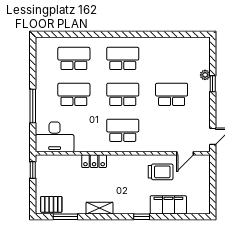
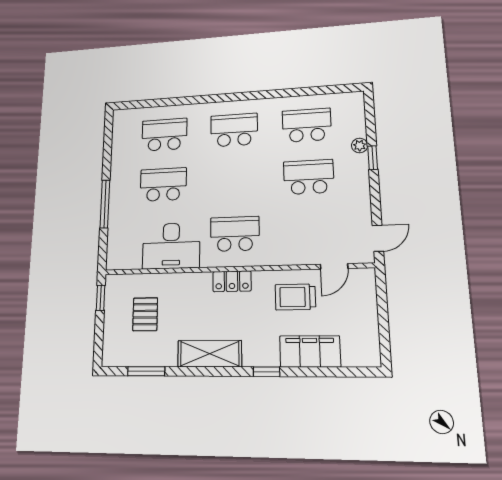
school desk: (123, 94) -> (307, 125), moved
desk: (55, 137) -> (171, 246), moved
locker: (94, 161) -> (232, 281), moved
trolley: (161, 172) -> (295, 297), turned 180
pallet: (51, 204) -> (145, 314), moved, turned 90
shelving: (100, 208) -> (210, 354), width x1.50, depth x1.33

